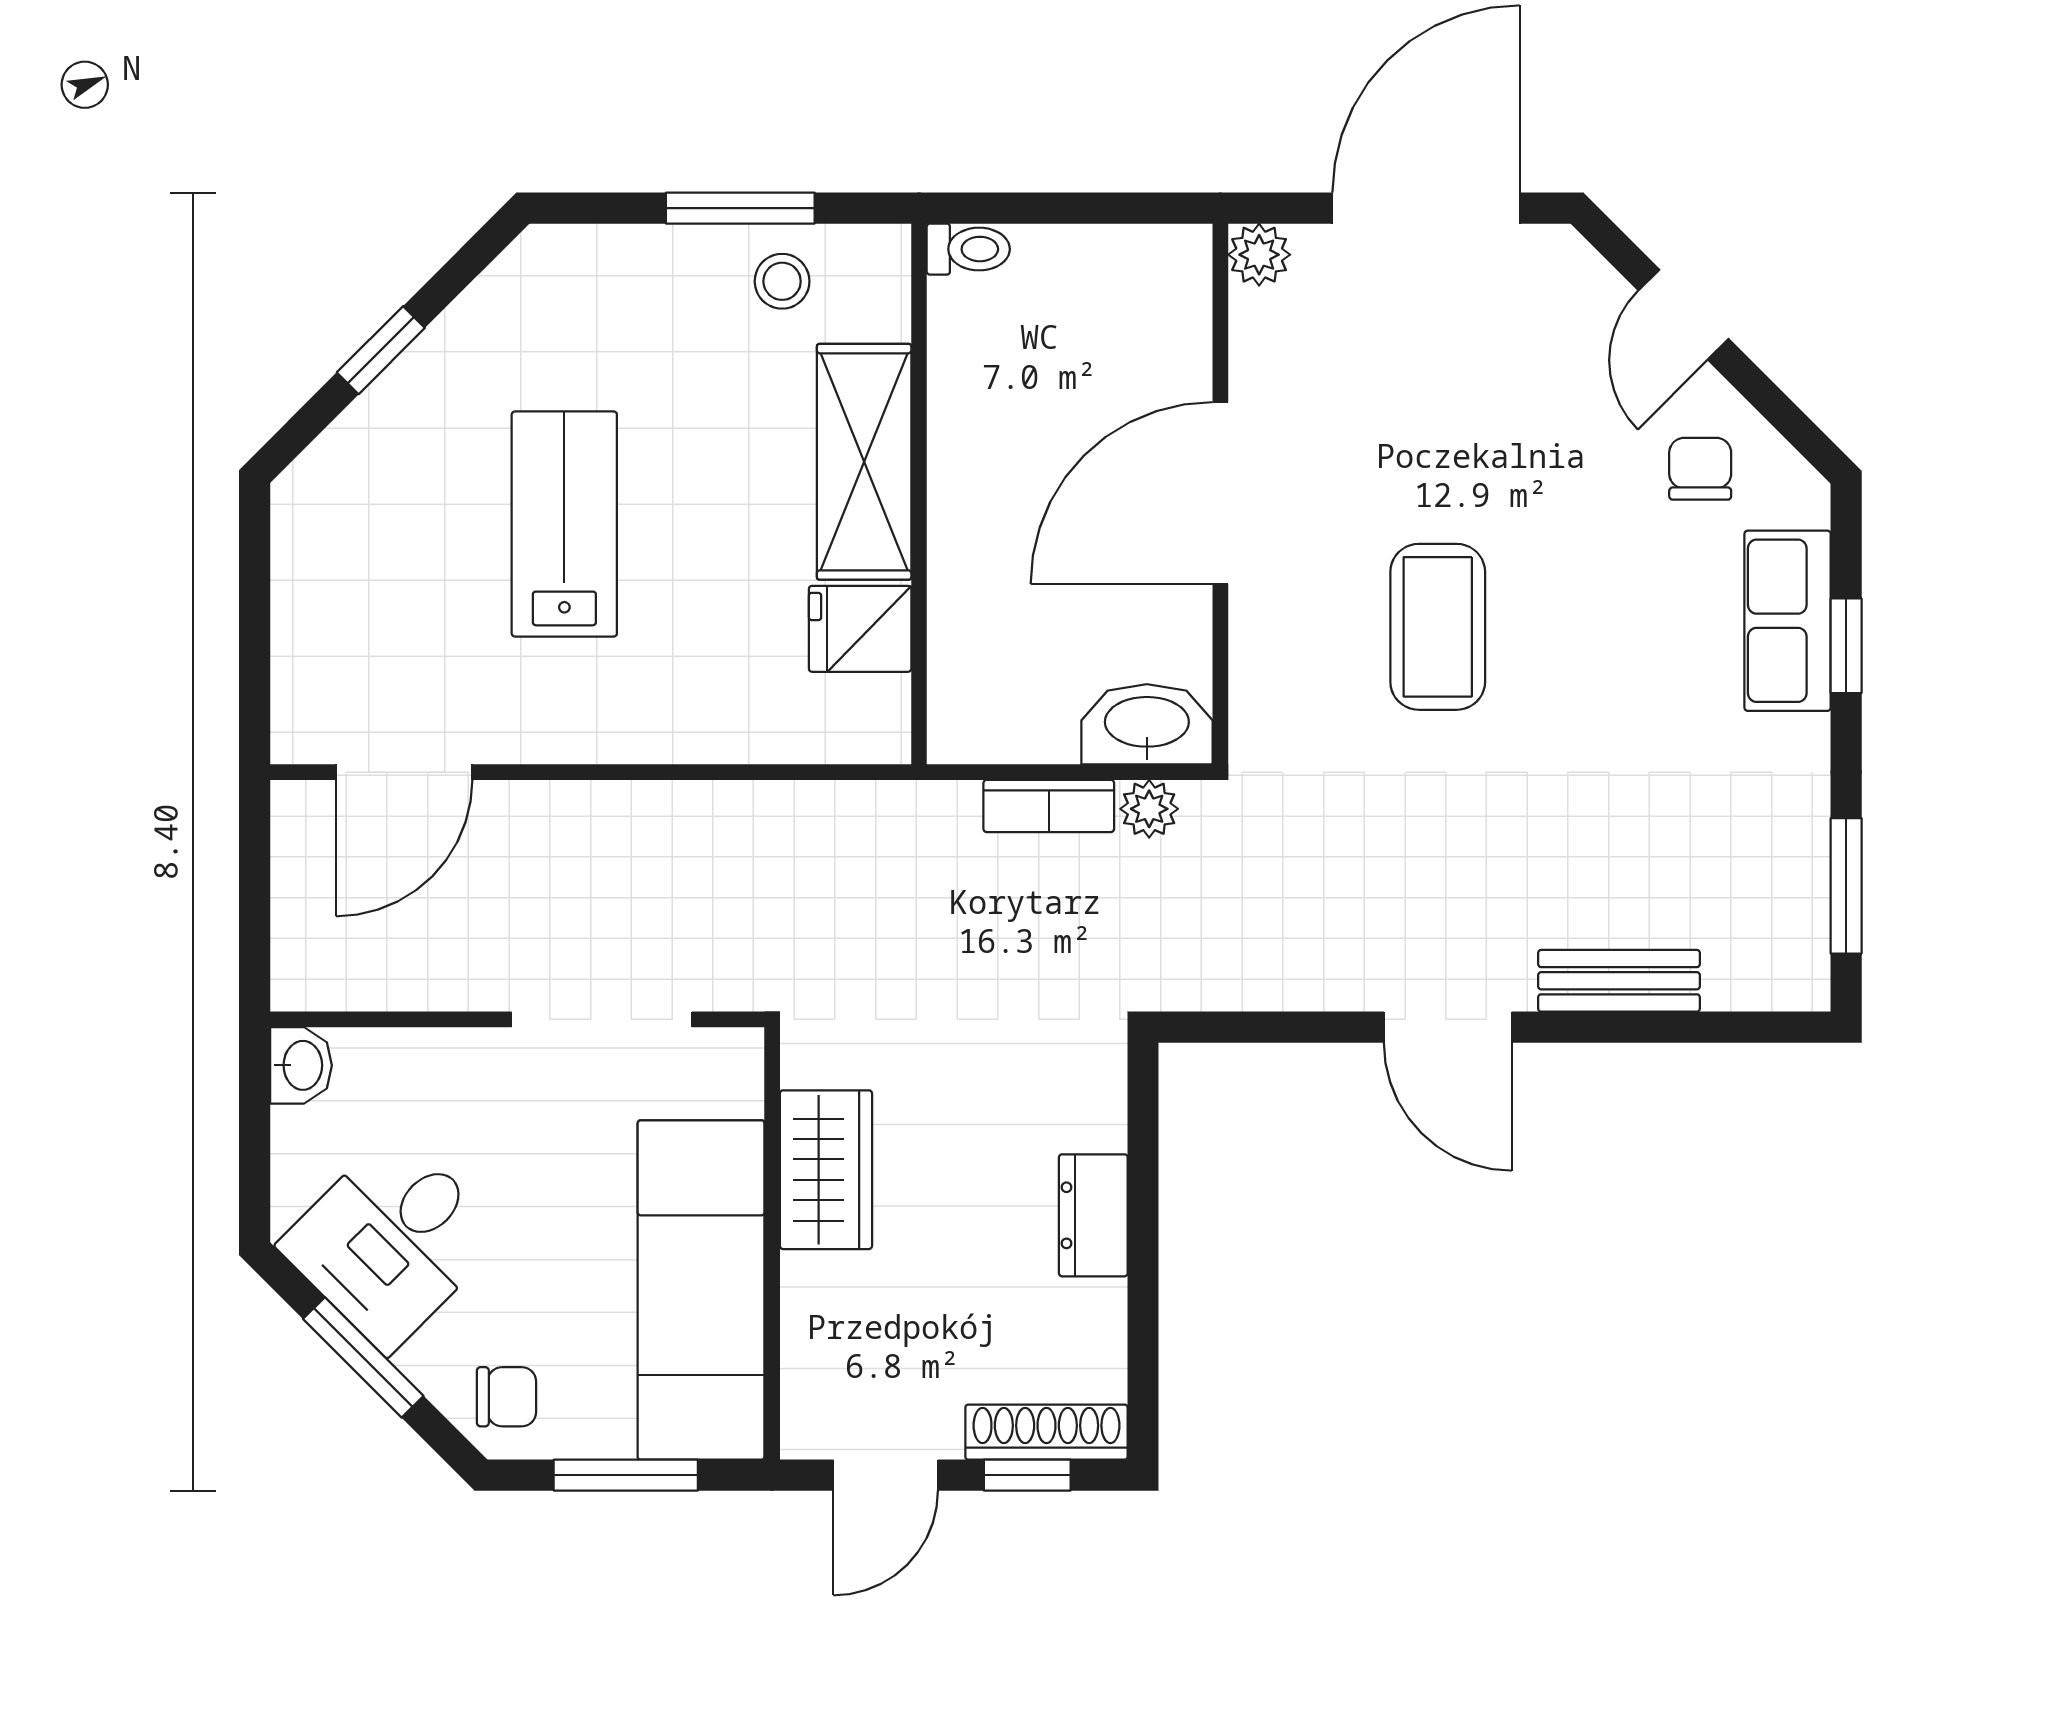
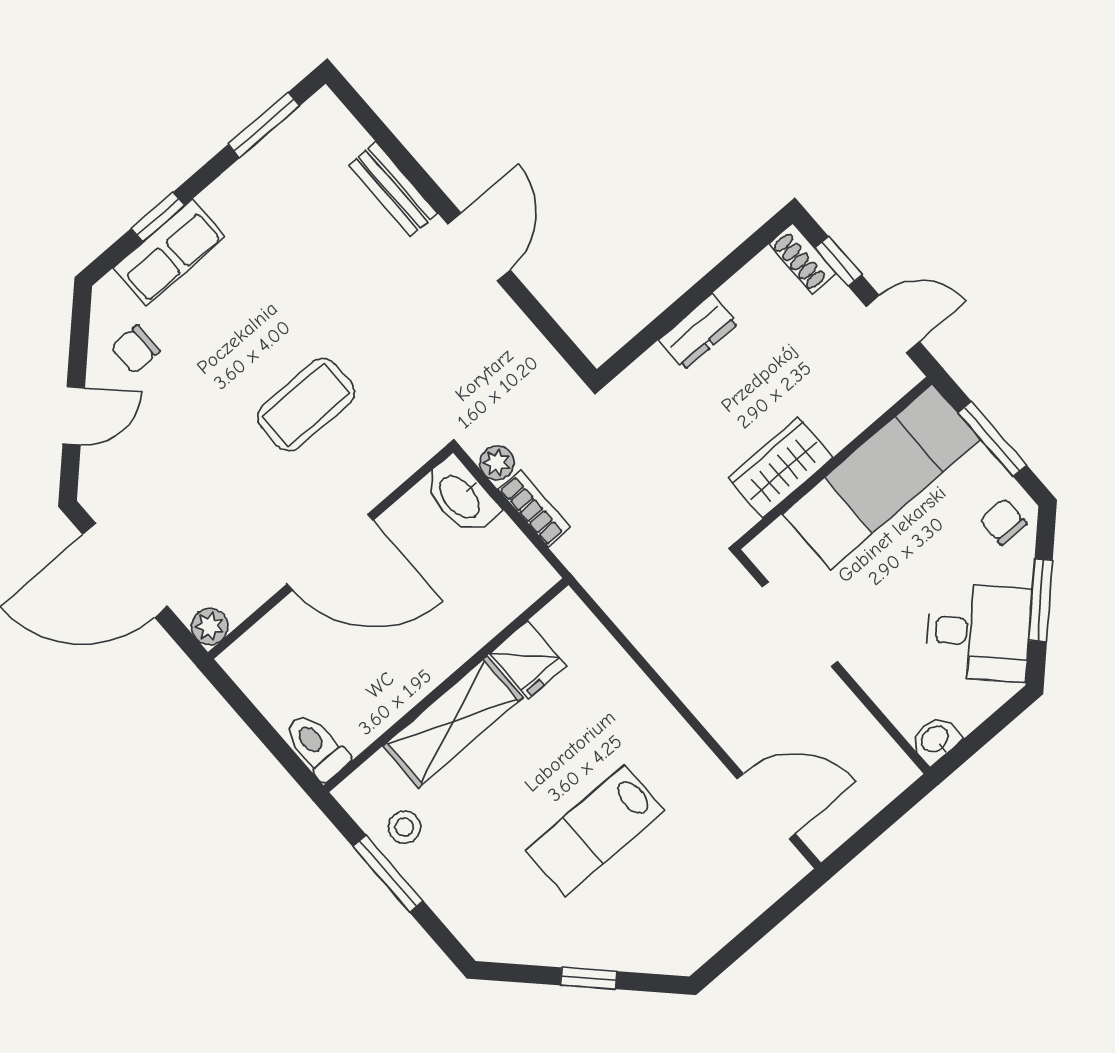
toilet: (968, 249) -> (317, 746), width x1.37, depth x1.39
shoe rack: (1046, 1432) -> (803, 259), width x0.70

